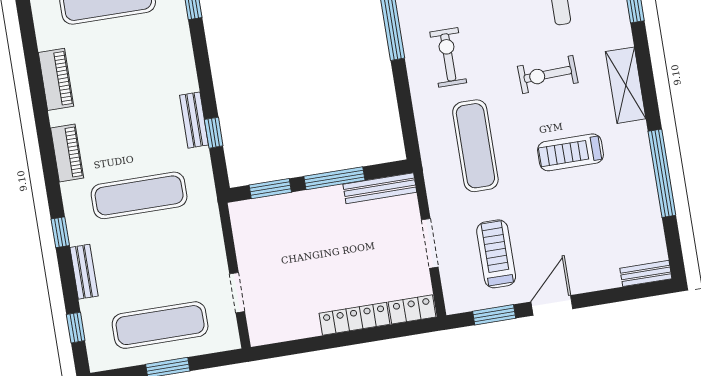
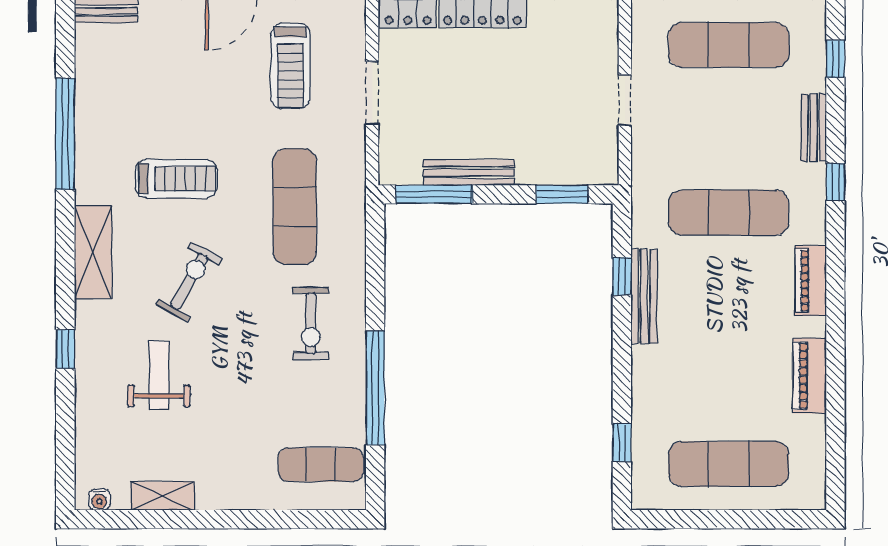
exercise bike: (548, 74) -> (189, 282), turned -59
bench: (194, 120) -> (644, 296), width x1.36
window: (334, 178) -> (434, 194), moved
bench: (380, 188) -> (469, 173), moved
doorway: (237, 293) -> (625, 100), moved

